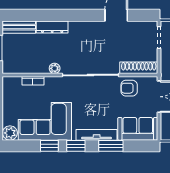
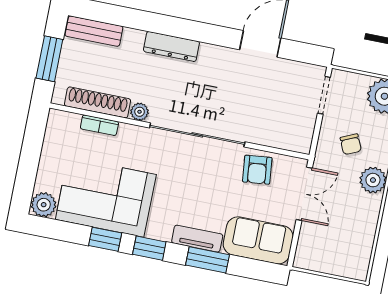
dresser: (52, 27) -> (171, 46), moved
shoe rack: (139, 68) -> (98, 102), moved
armchair: (129, 88) -> (257, 170), turned -96
tv unit: (97, 135) -> (197, 239), width x0.71

